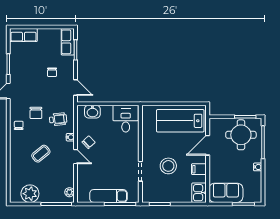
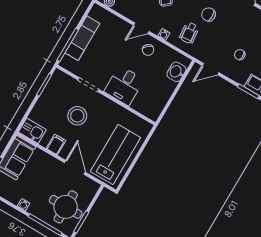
desk: (126, 119) -> (124, 86), moved, turned 90

